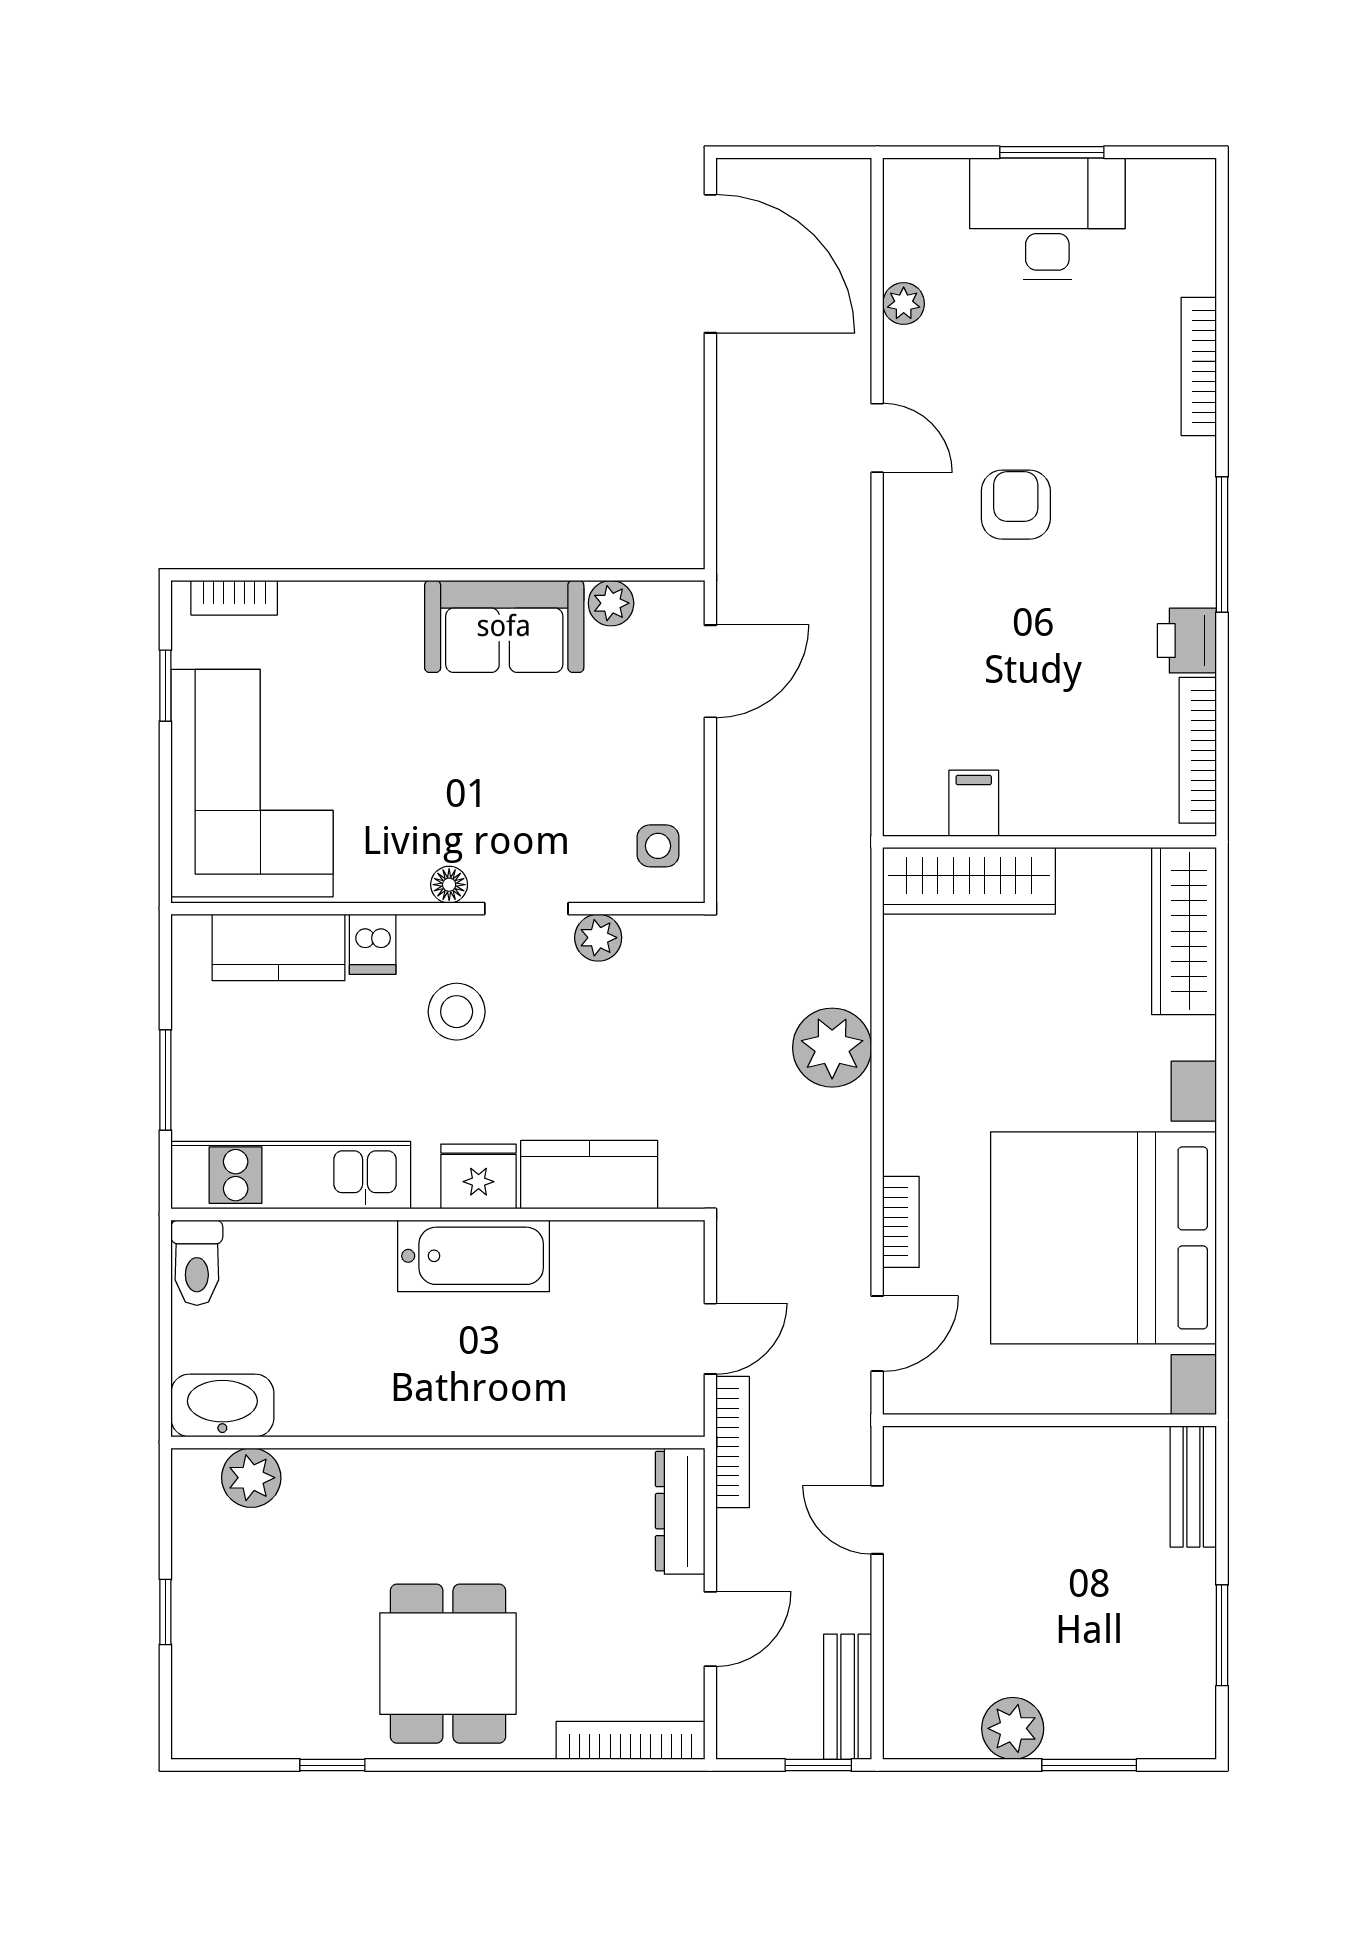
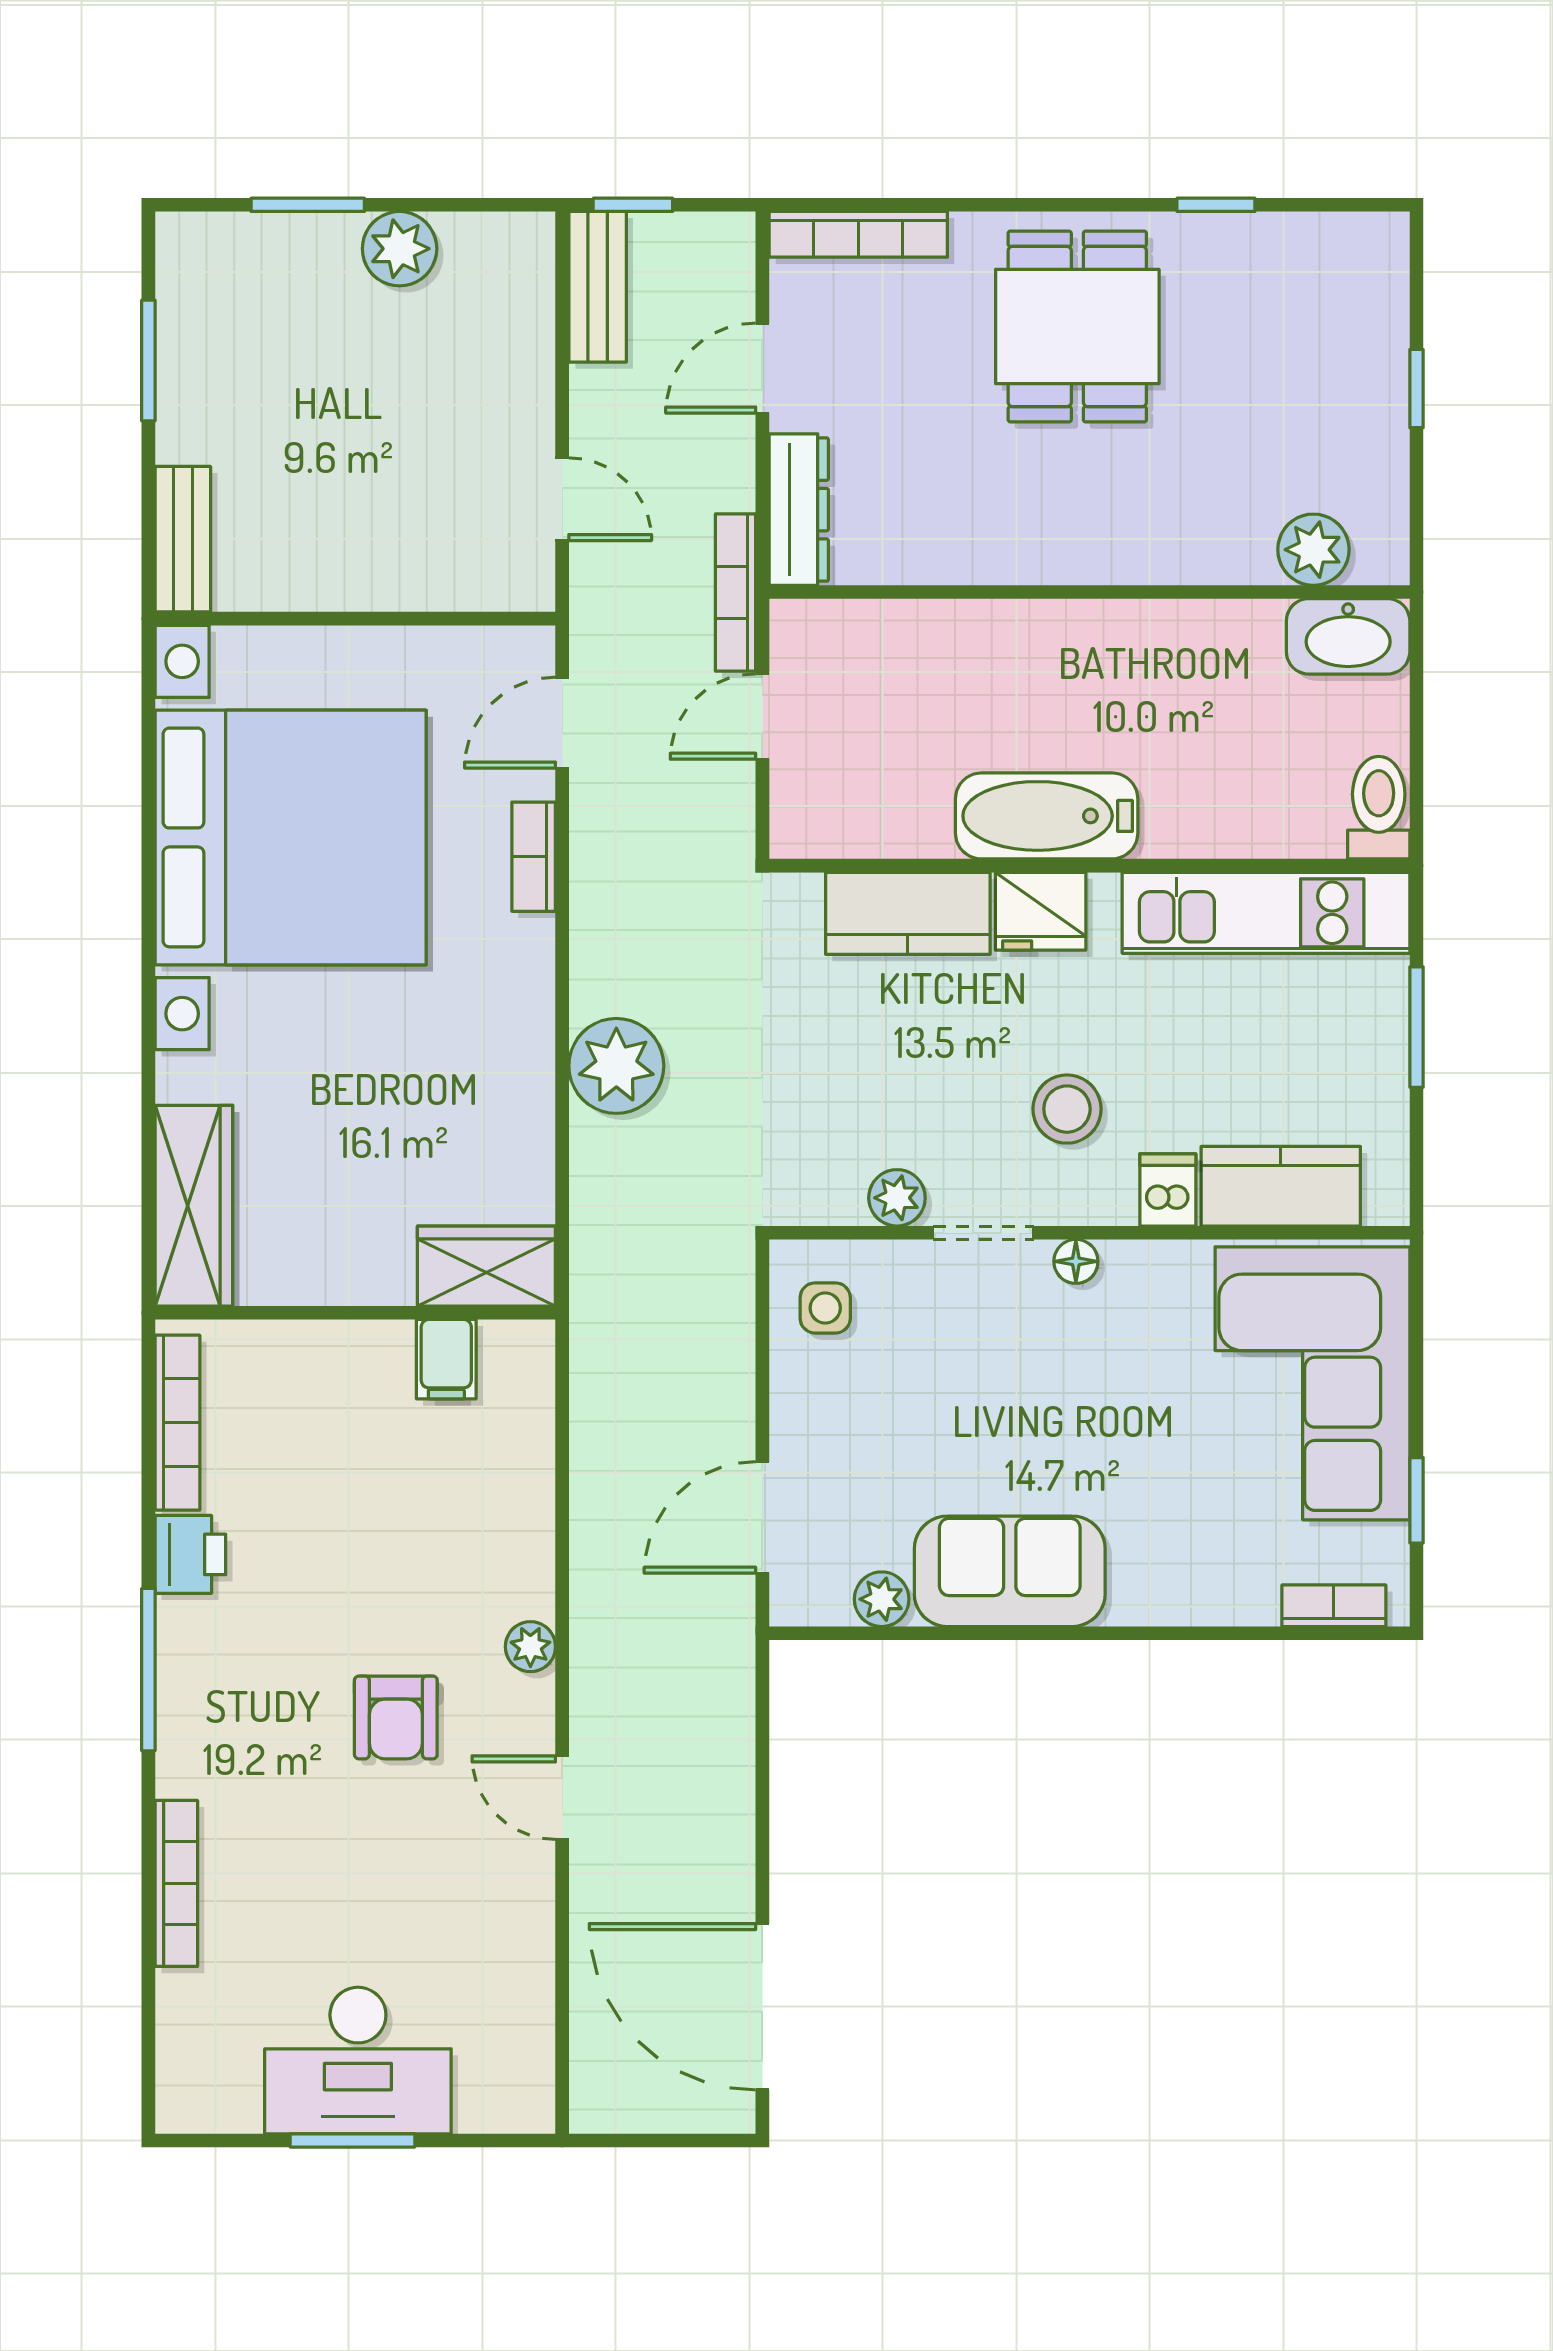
plant: (904, 304) -> (530, 1647), moved
wardrobe: (969, 881) -> (486, 1266), width x0.67

